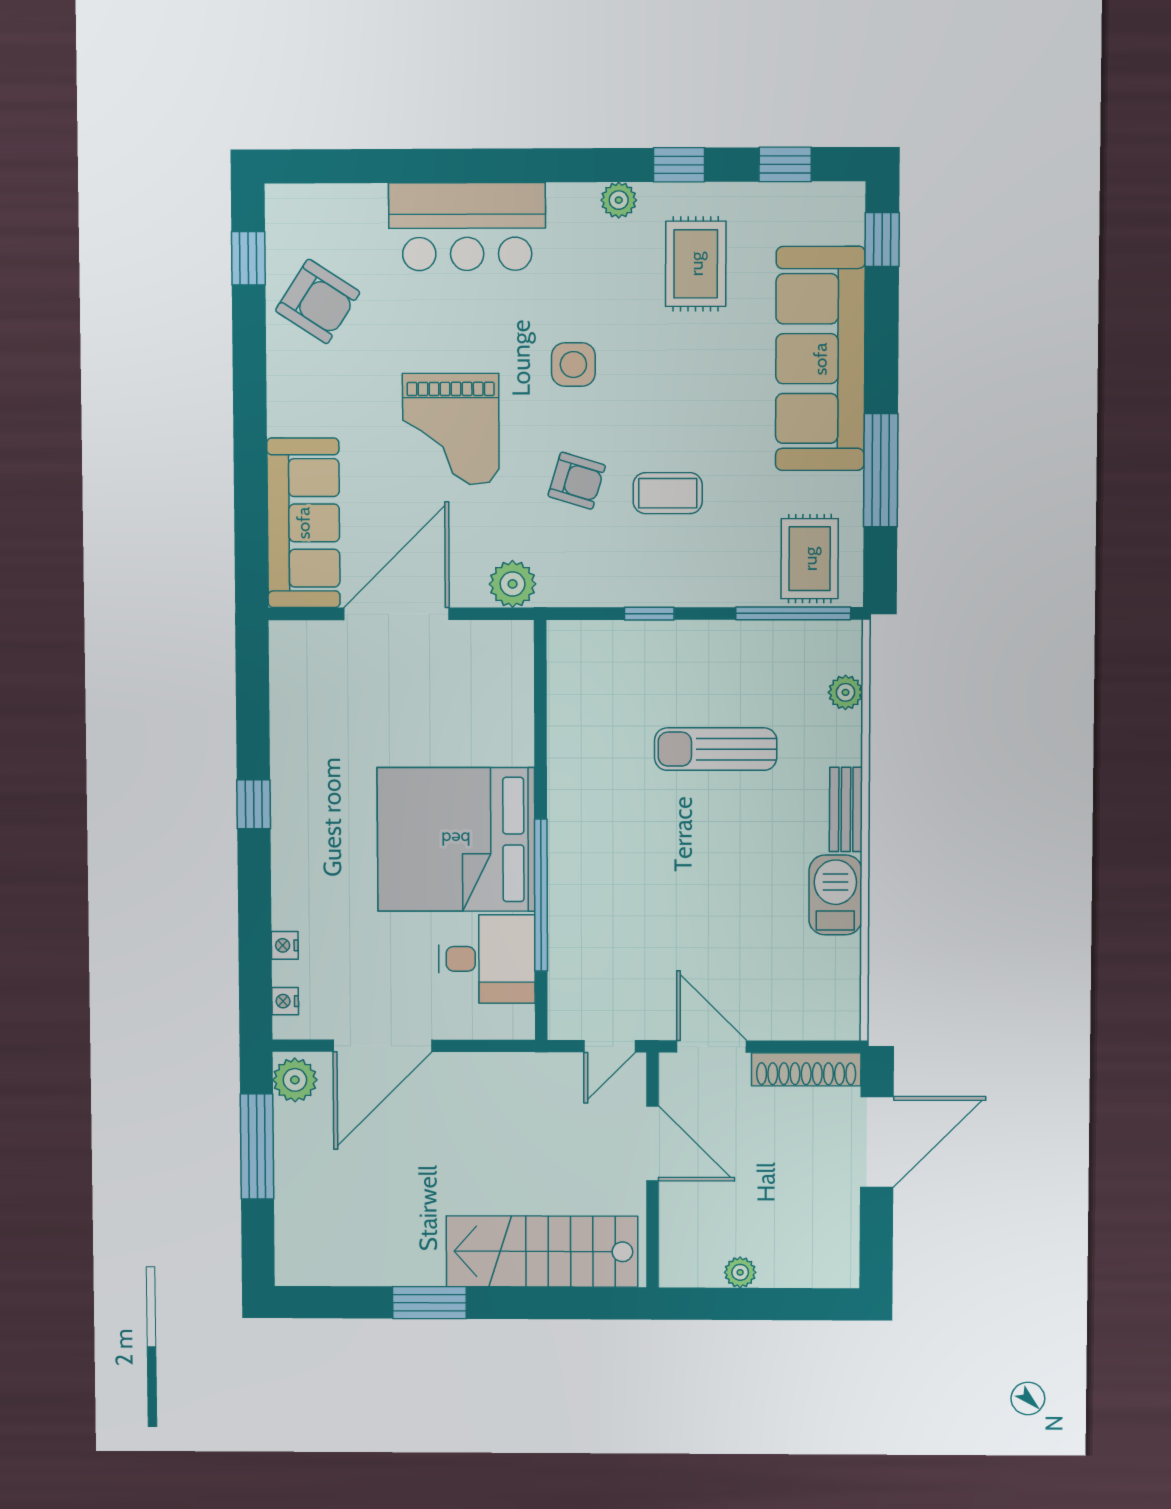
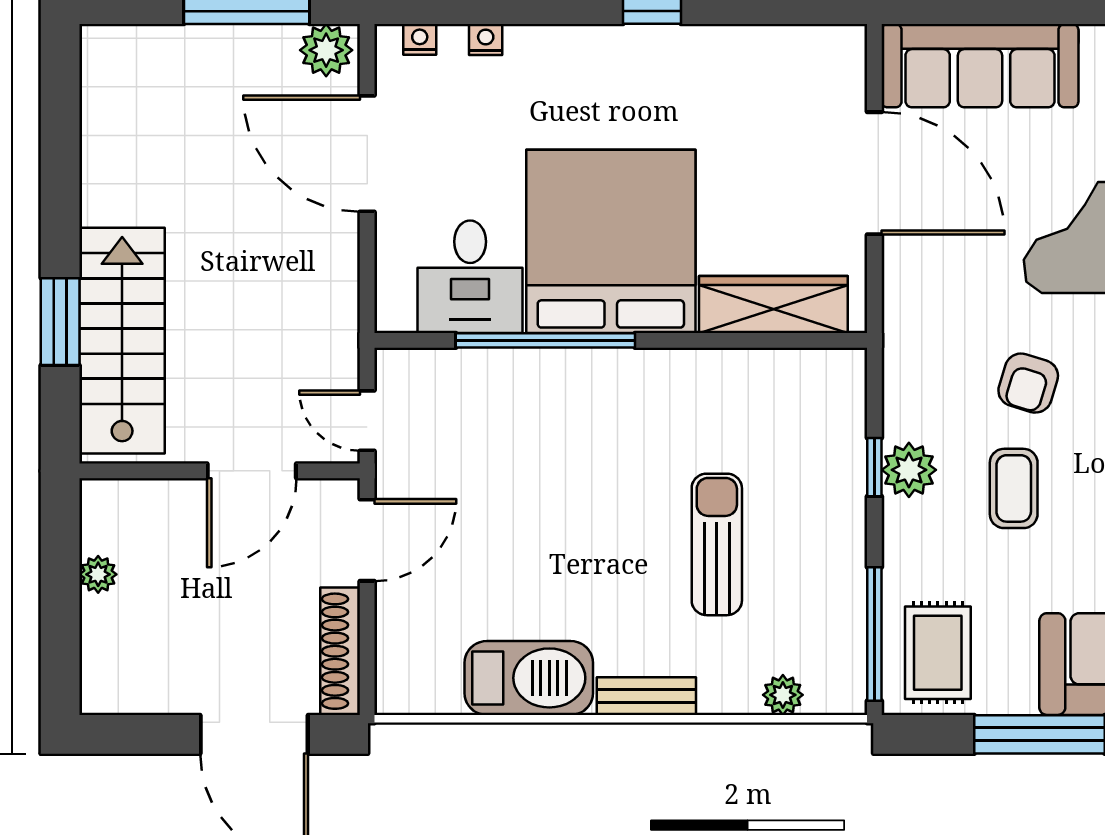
rug: (810, 559) -> (938, 653), turned 90
plant: (513, 584) -> (909, 470), moved
wardrobe: (510, 701) -> (773, 305), added
barbecue: (835, 895) -> (529, 678), width x1.37, depth x1.21
window: (429, 1303) -> (60, 322), moved

